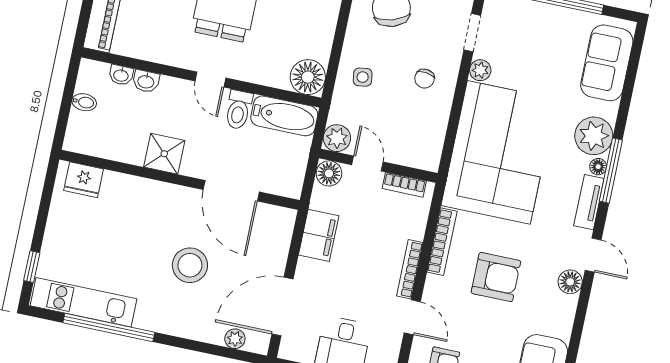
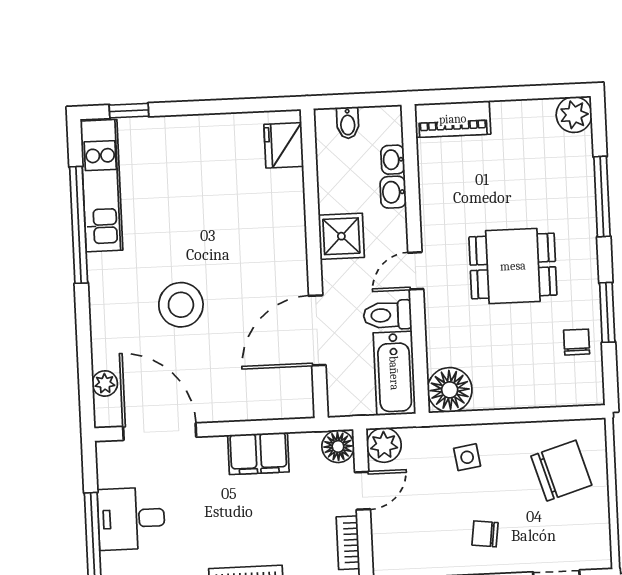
shower: (164, 154) -> (341, 236), moved
fridge: (84, 180) -> (284, 145), moved
wall: (180, 180) -> (314, 263), moved
door: (231, 191) -> (317, 330), moved

